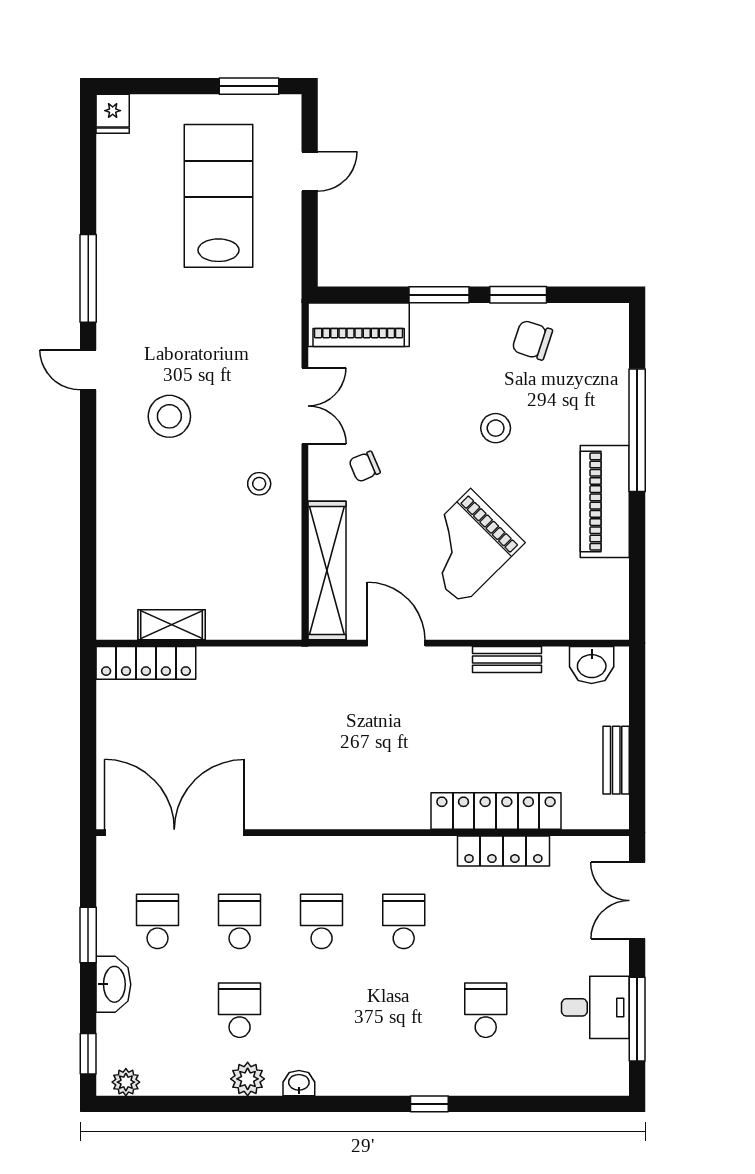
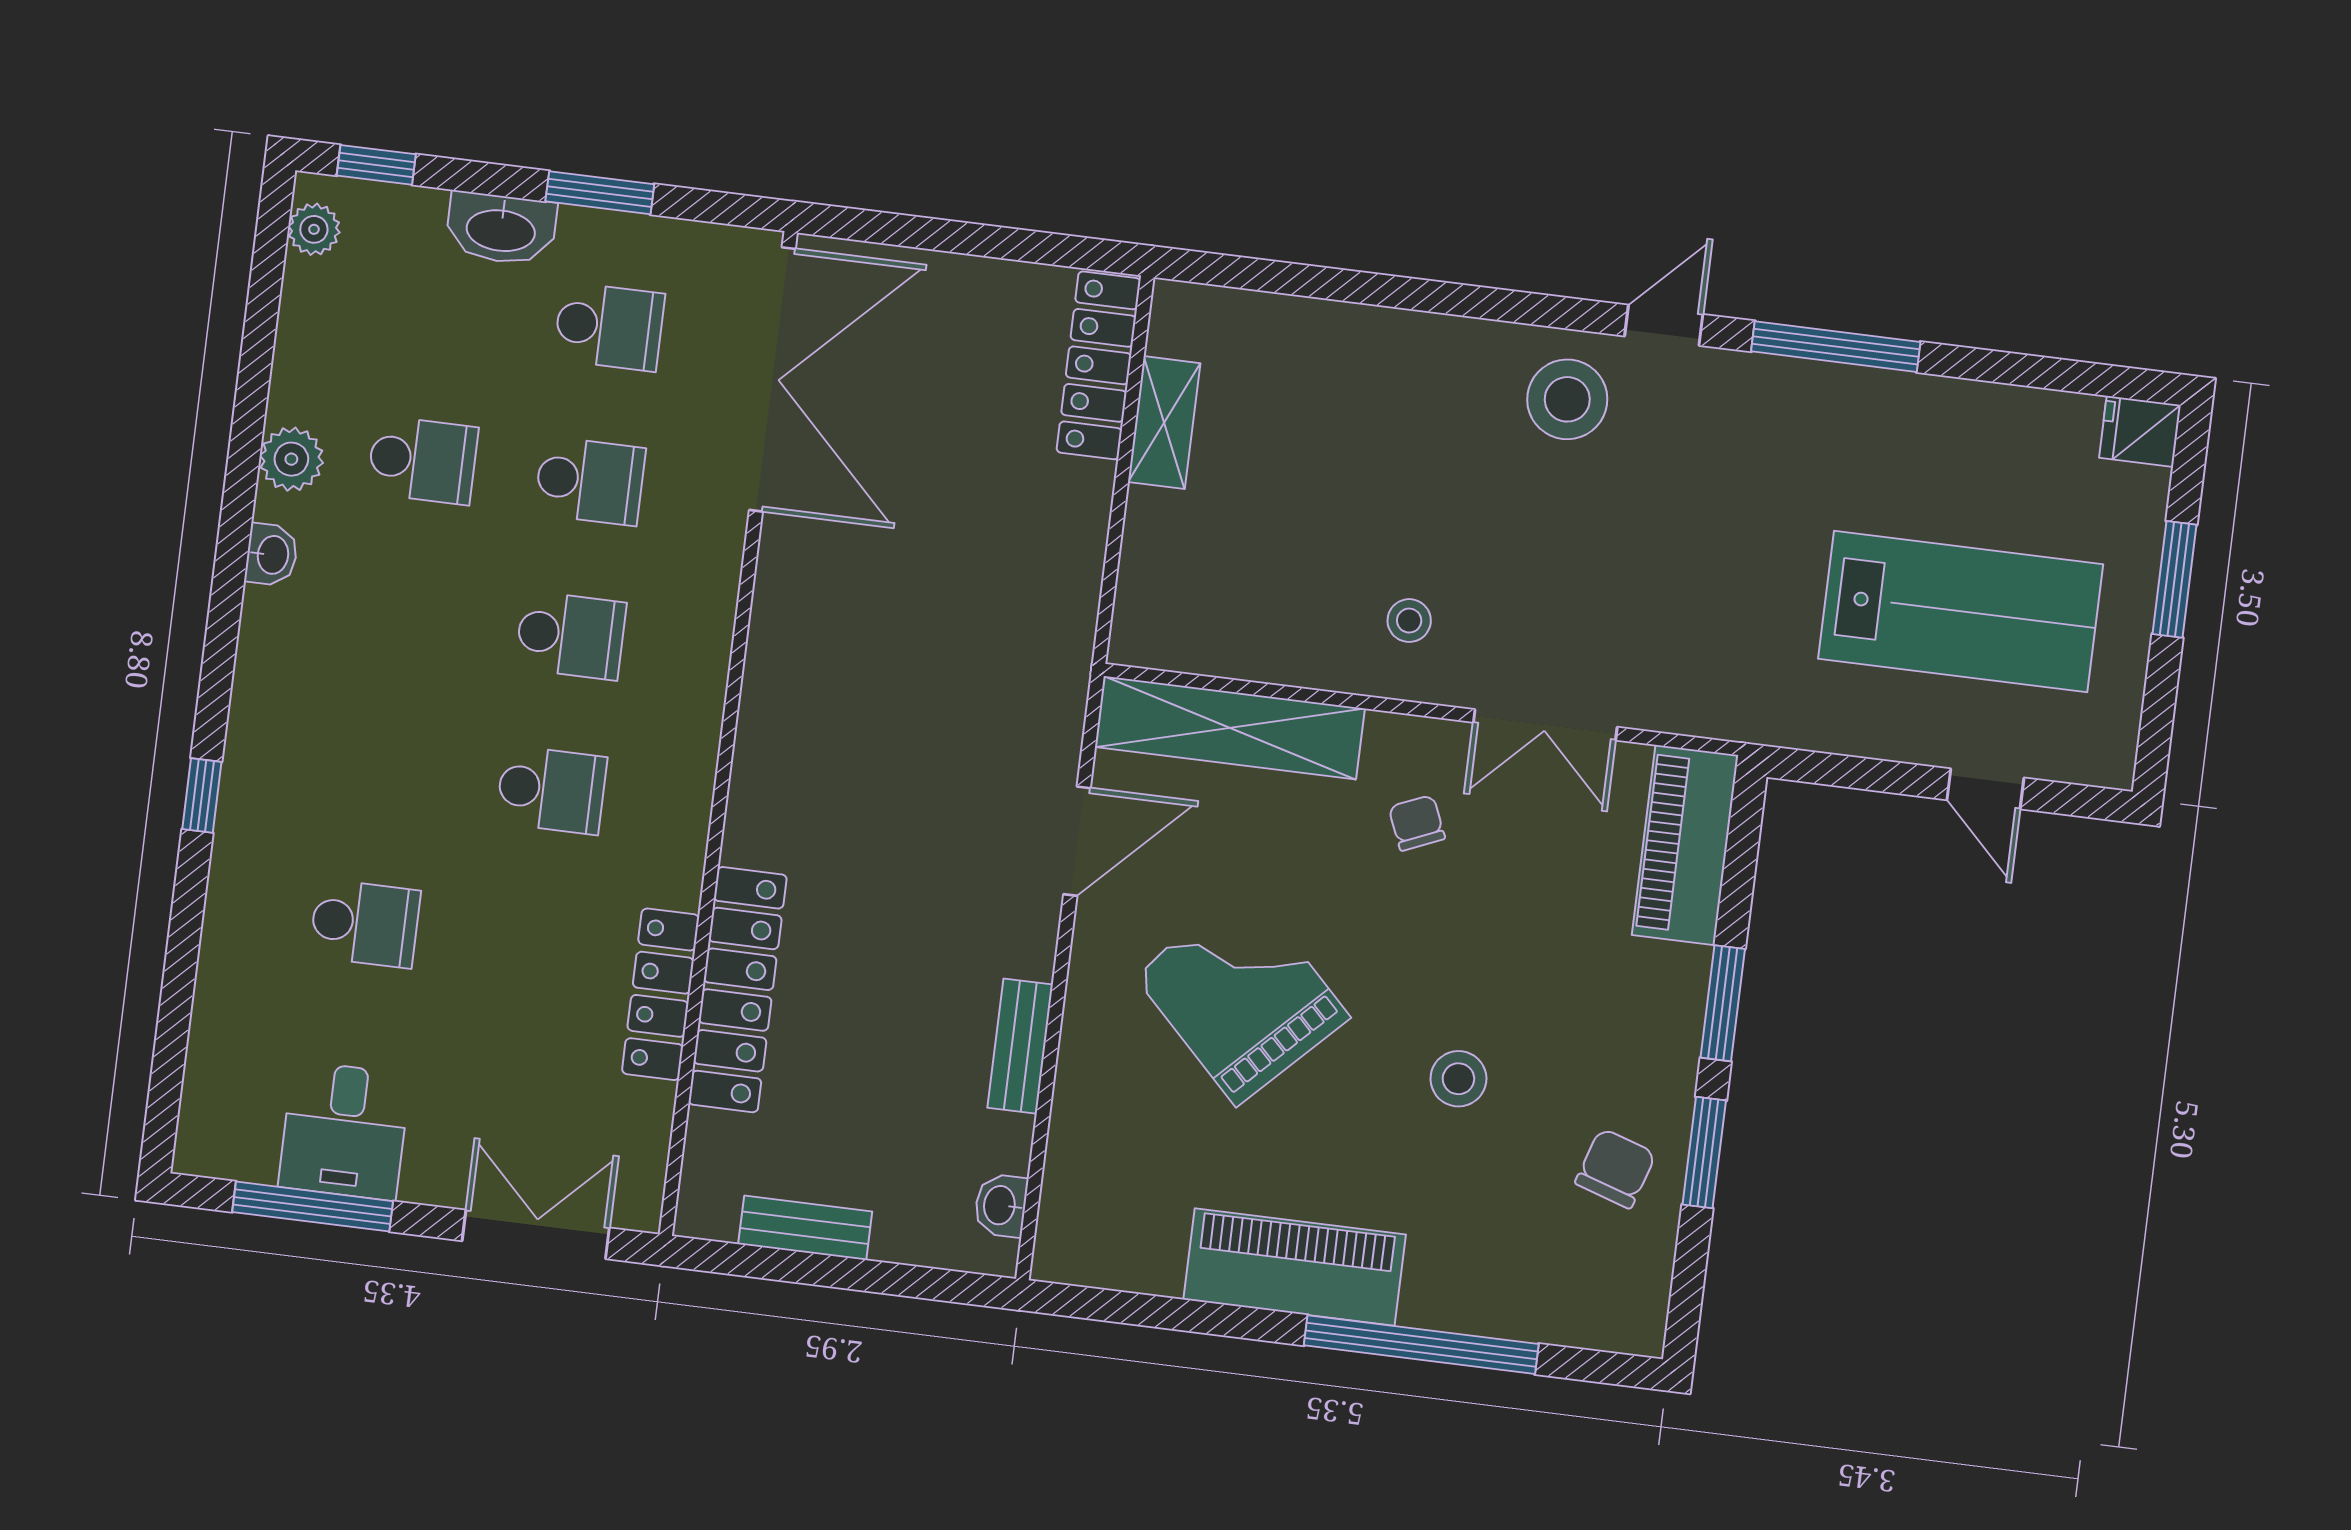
window: (249, 86) -> (2175, 579), moved
stool: (169, 416) -> (1567, 399), moved
washbasin: (592, 665) -> (1001, 1205), width x0.72, depth x0.69

